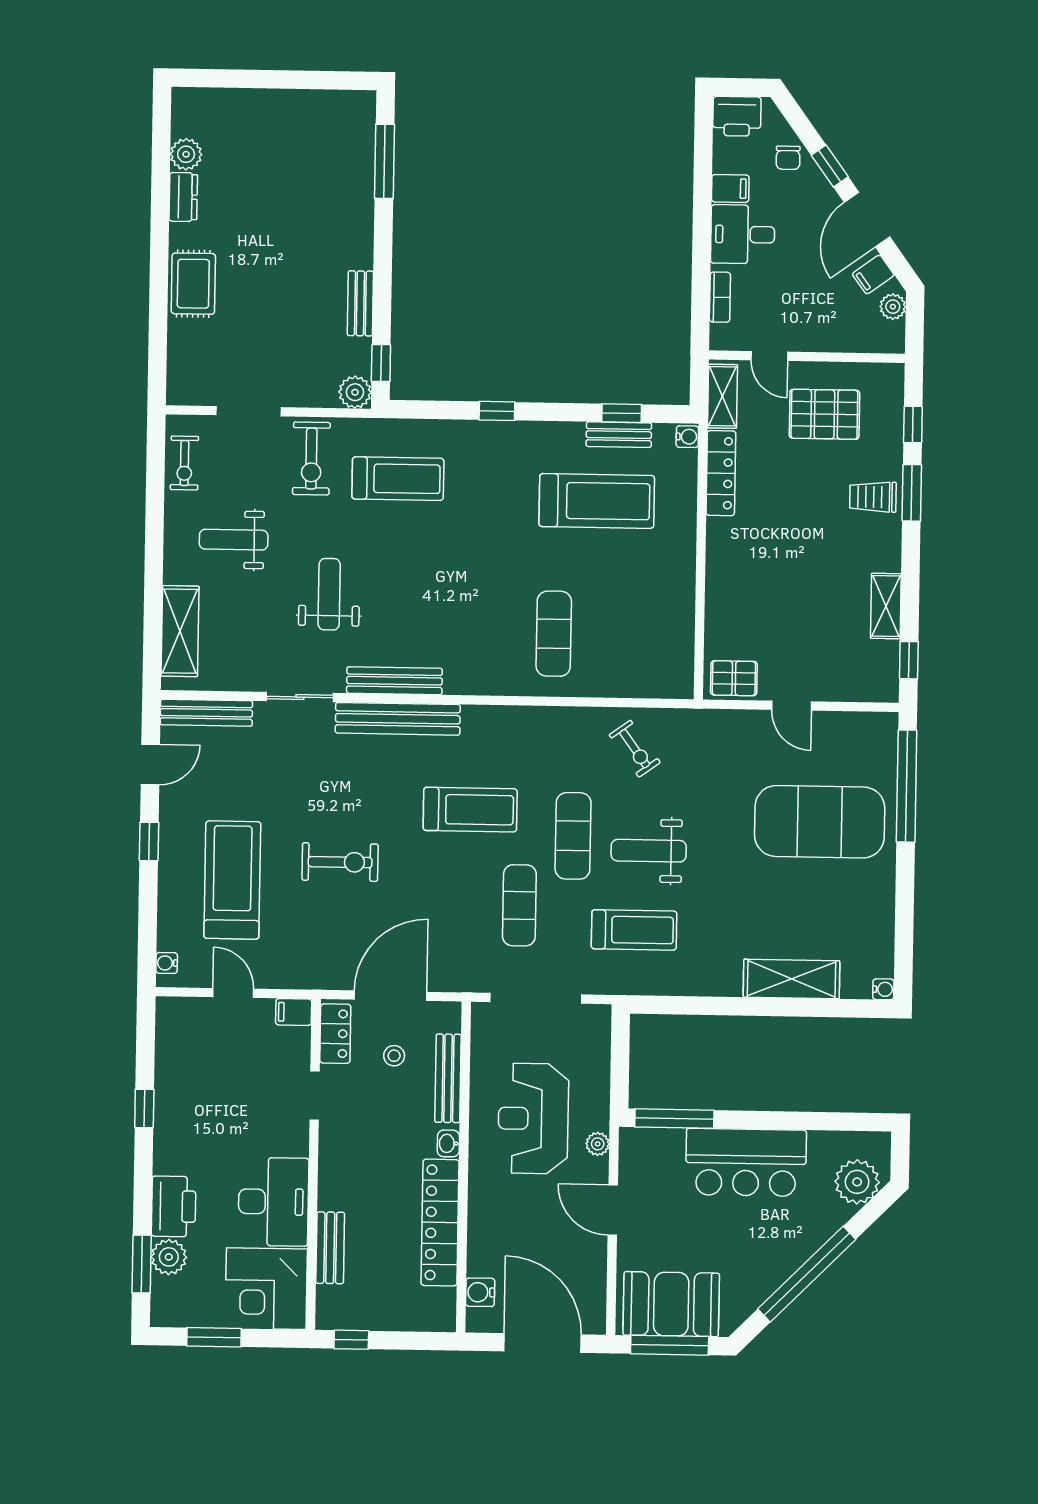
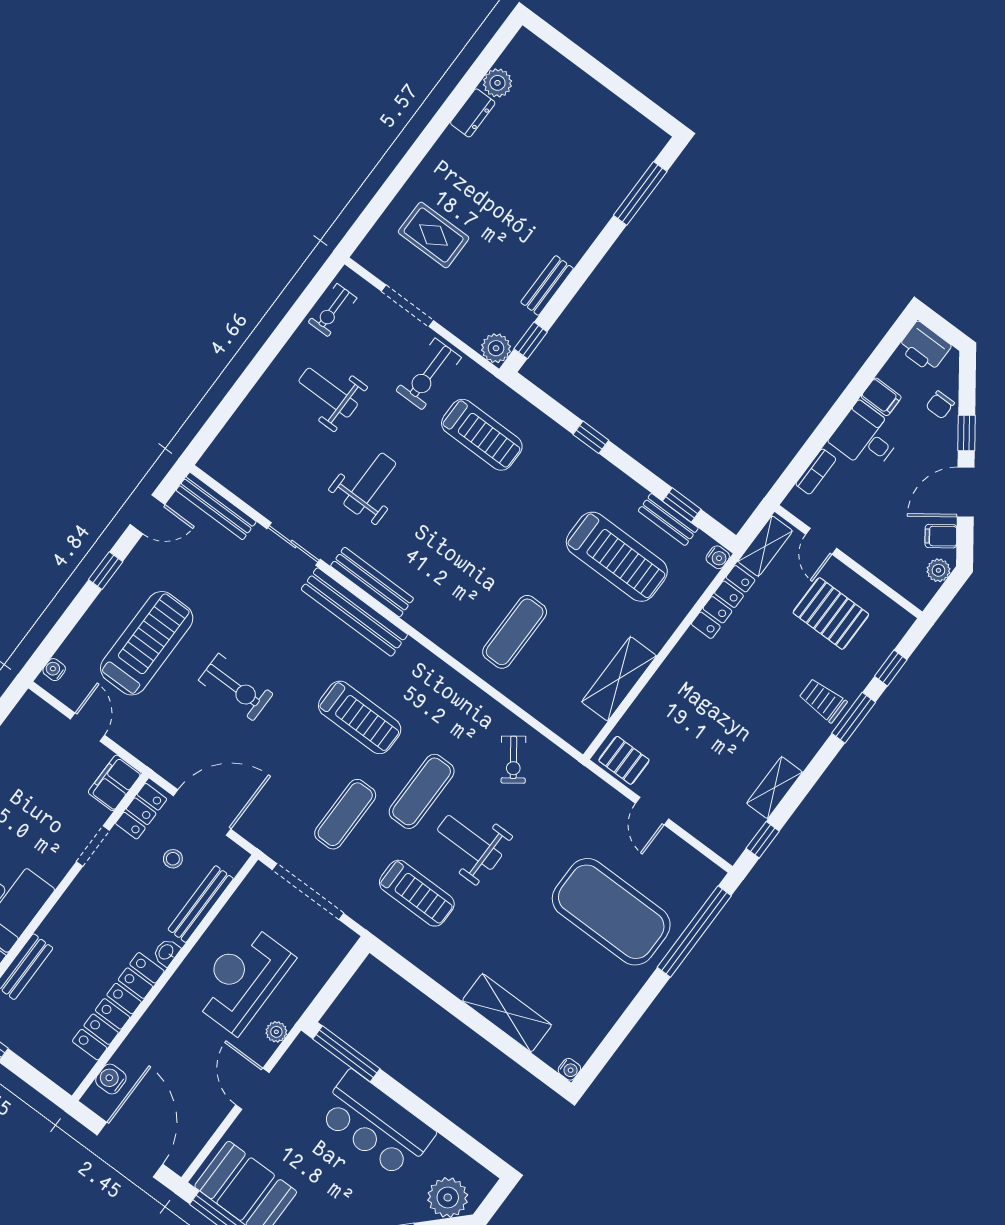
rug: (193, 284) -> (434, 235), moved, turned 90
shelving: (180, 631) -> (619, 679), moved
filing cabinet: (294, 1012) -> (115, 783), width x2.00

